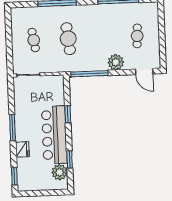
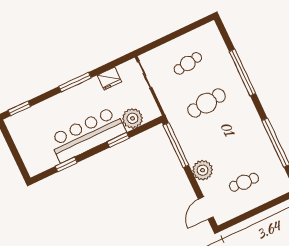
fridge: (22, 149) -> (109, 79), moved
plant: (60, 172) -> (133, 118), moved

